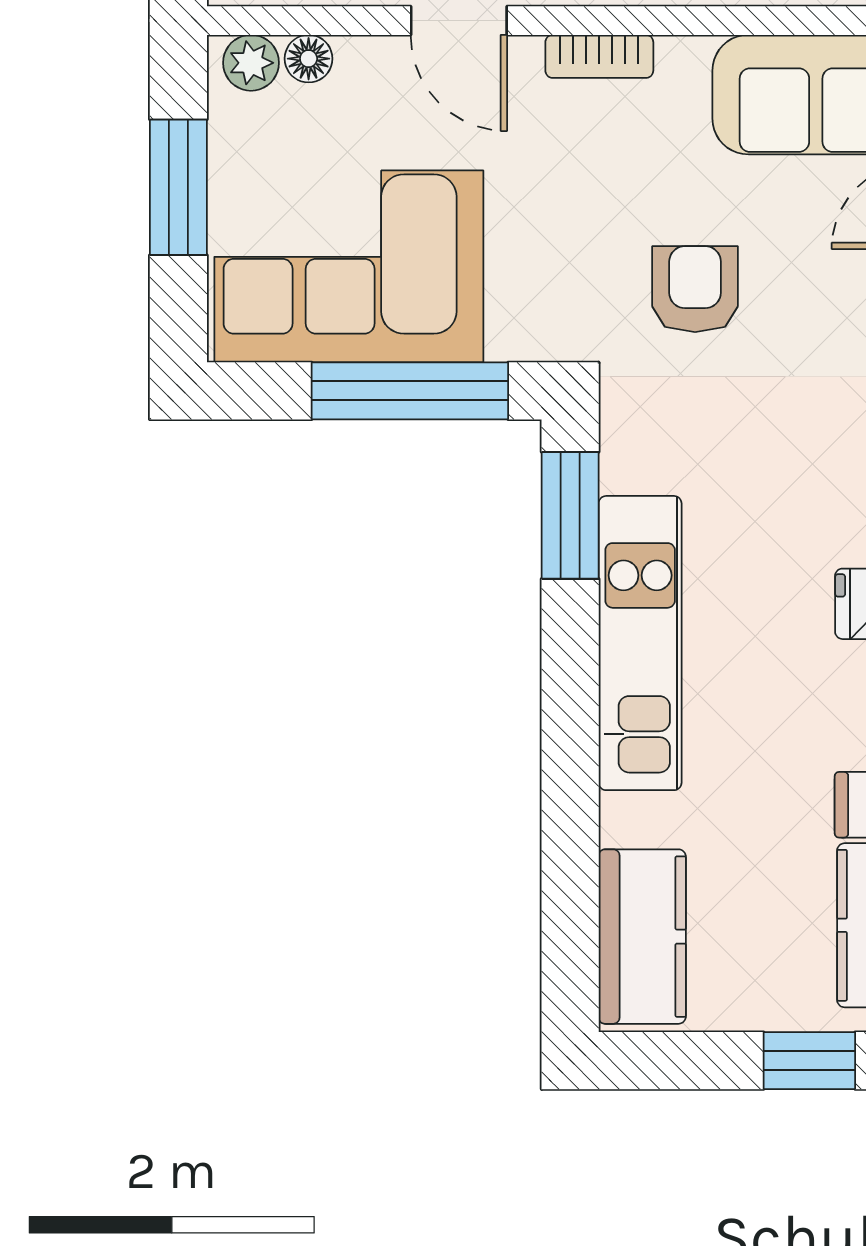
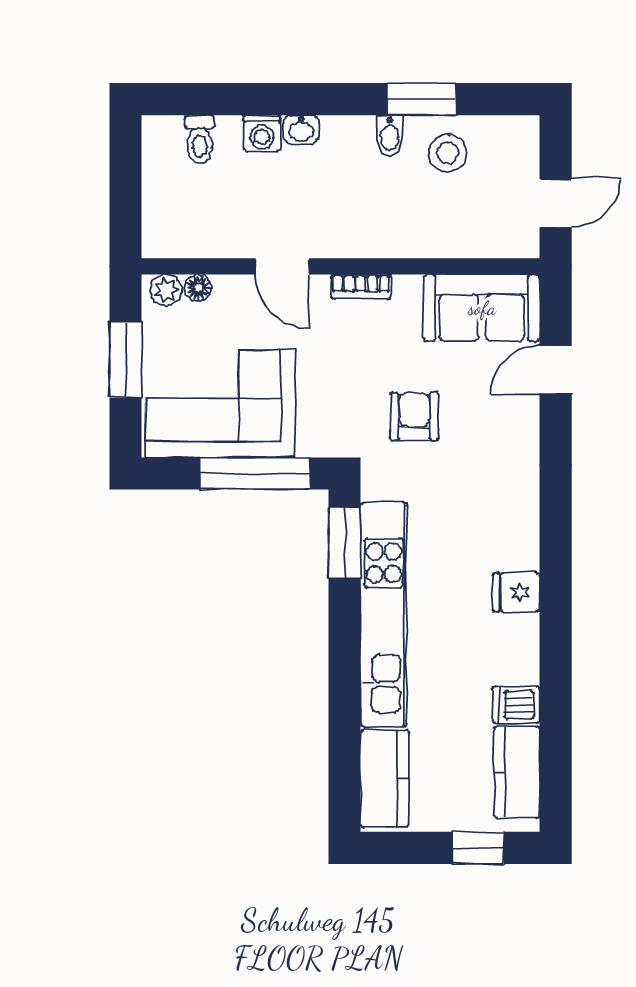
kitchen unit: (640, 643) -> (384, 614), width x1.36

